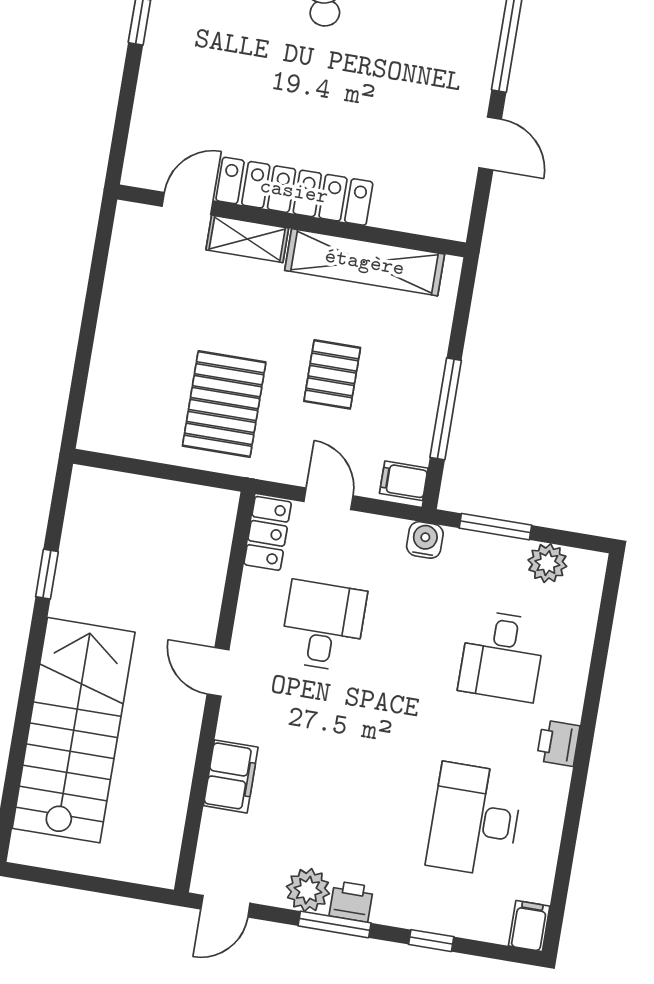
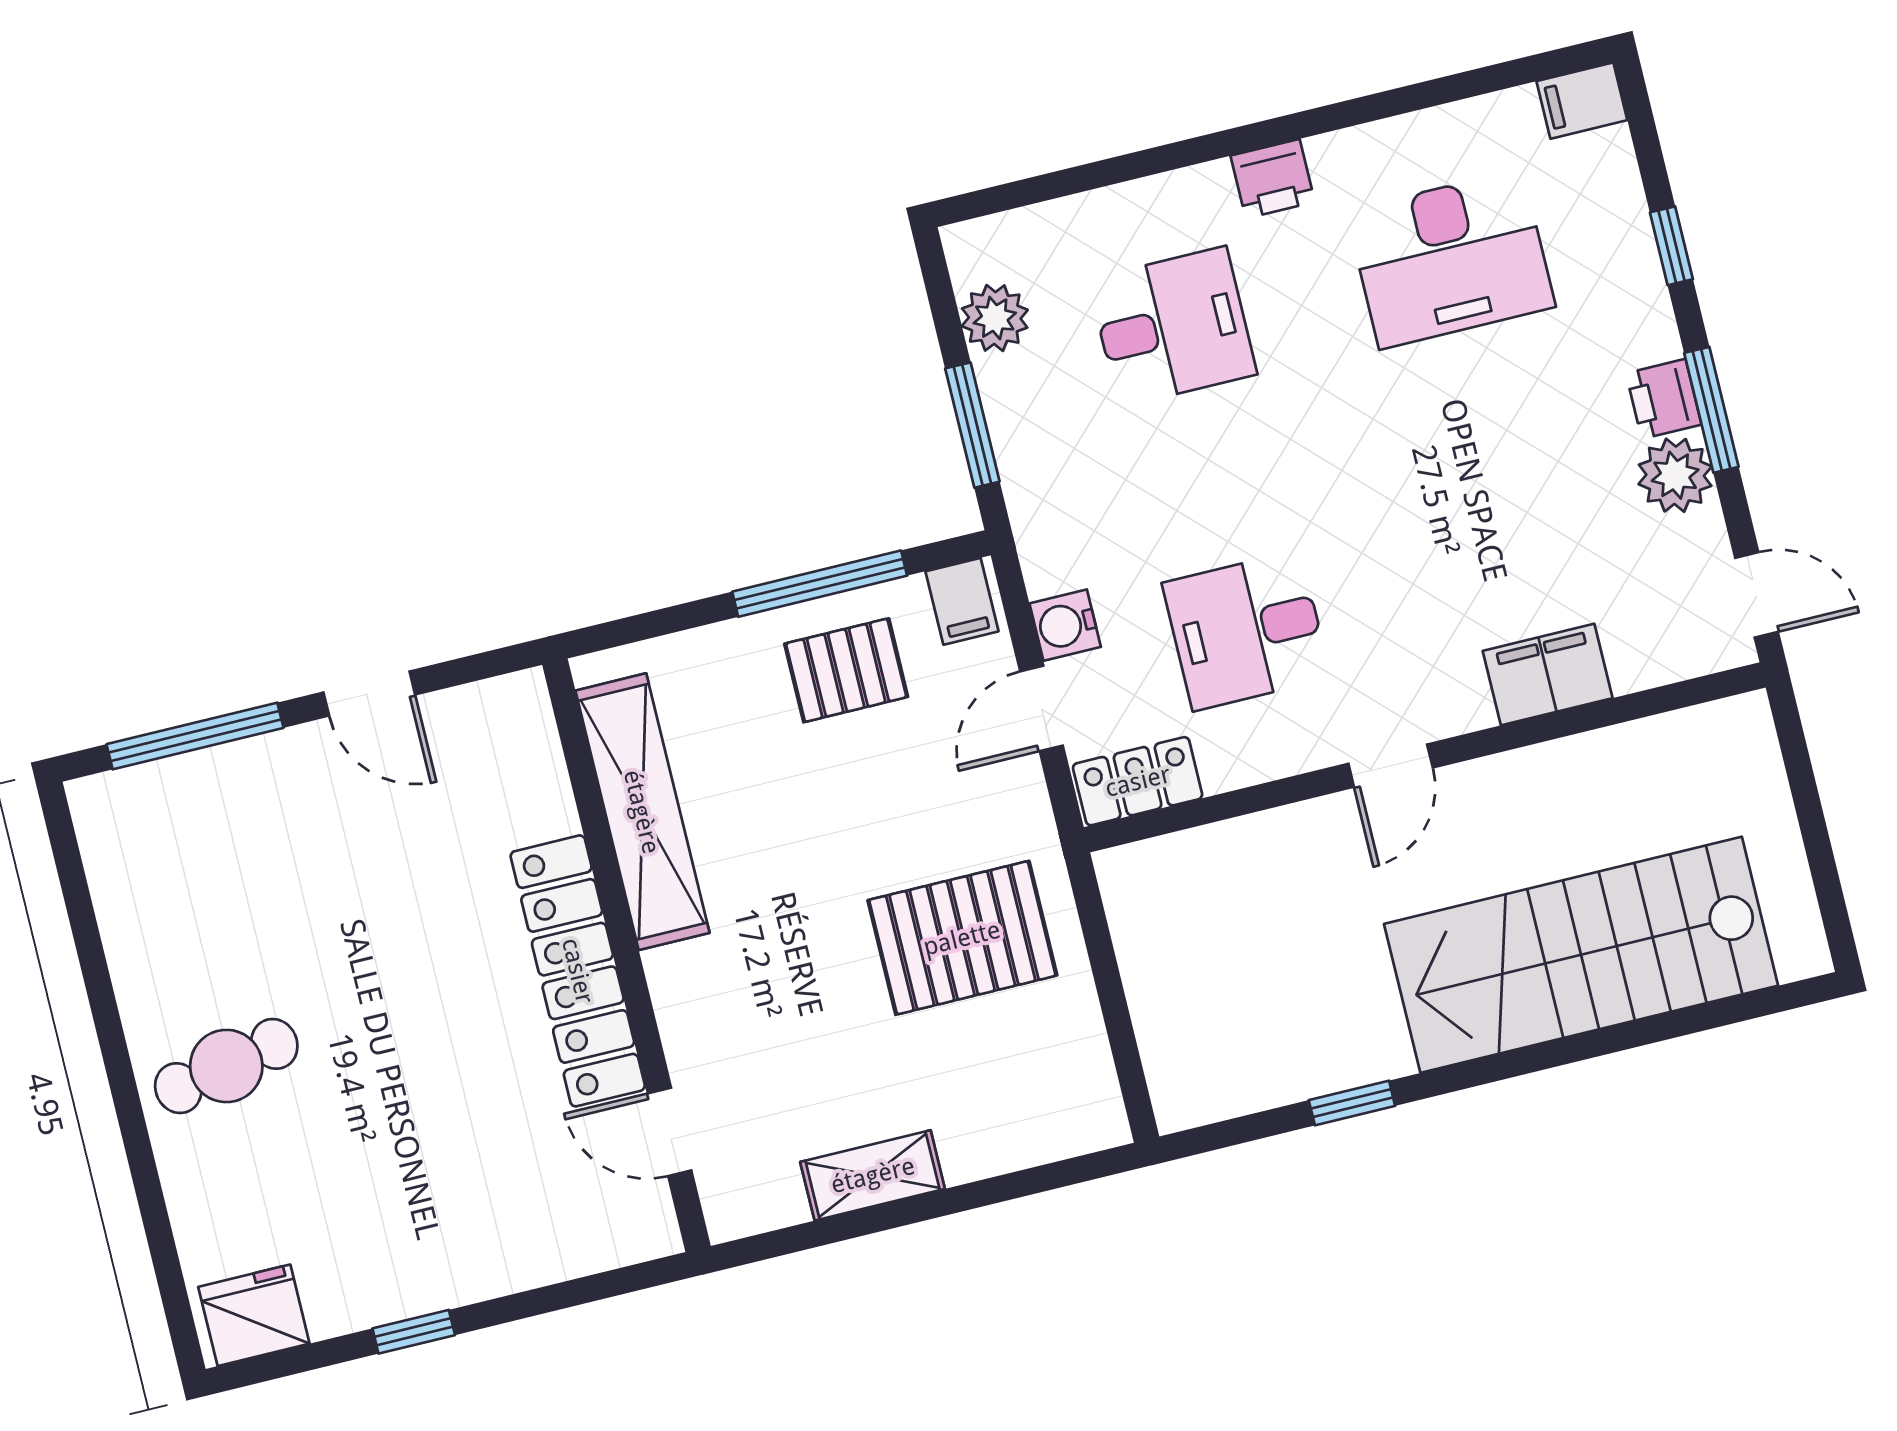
door: (490, 144) -> (369, 693), swing flipped
shelving: (247, 239) -> (873, 1175), moved, turned 90
pallet: (332, 374) -> (846, 670), moved
water cooler: (425, 540) -> (1065, 625), moved

